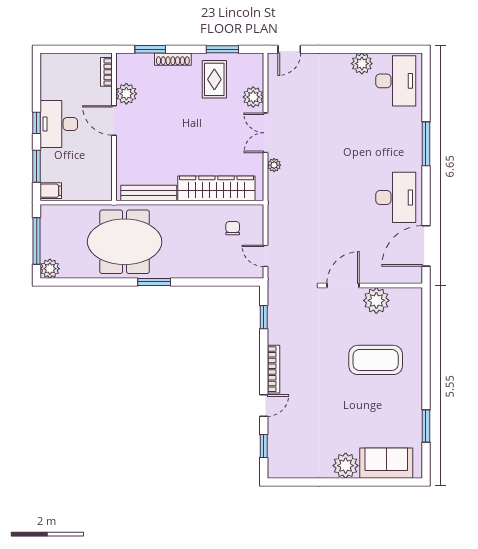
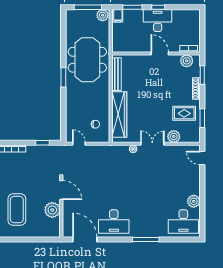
plant: (126, 94) -> (187, 61), moved
door: (114, 120) -> (160, 53), hinge flipped
door: (266, 256) -> (79, 144), hinge flipped
plant: (50, 269) -> (103, 15), moved

